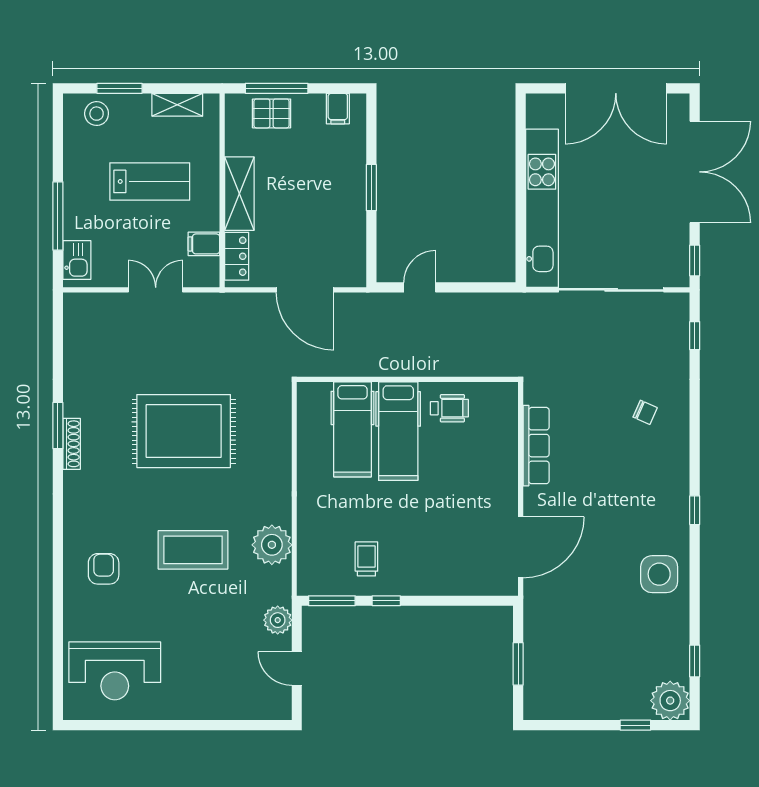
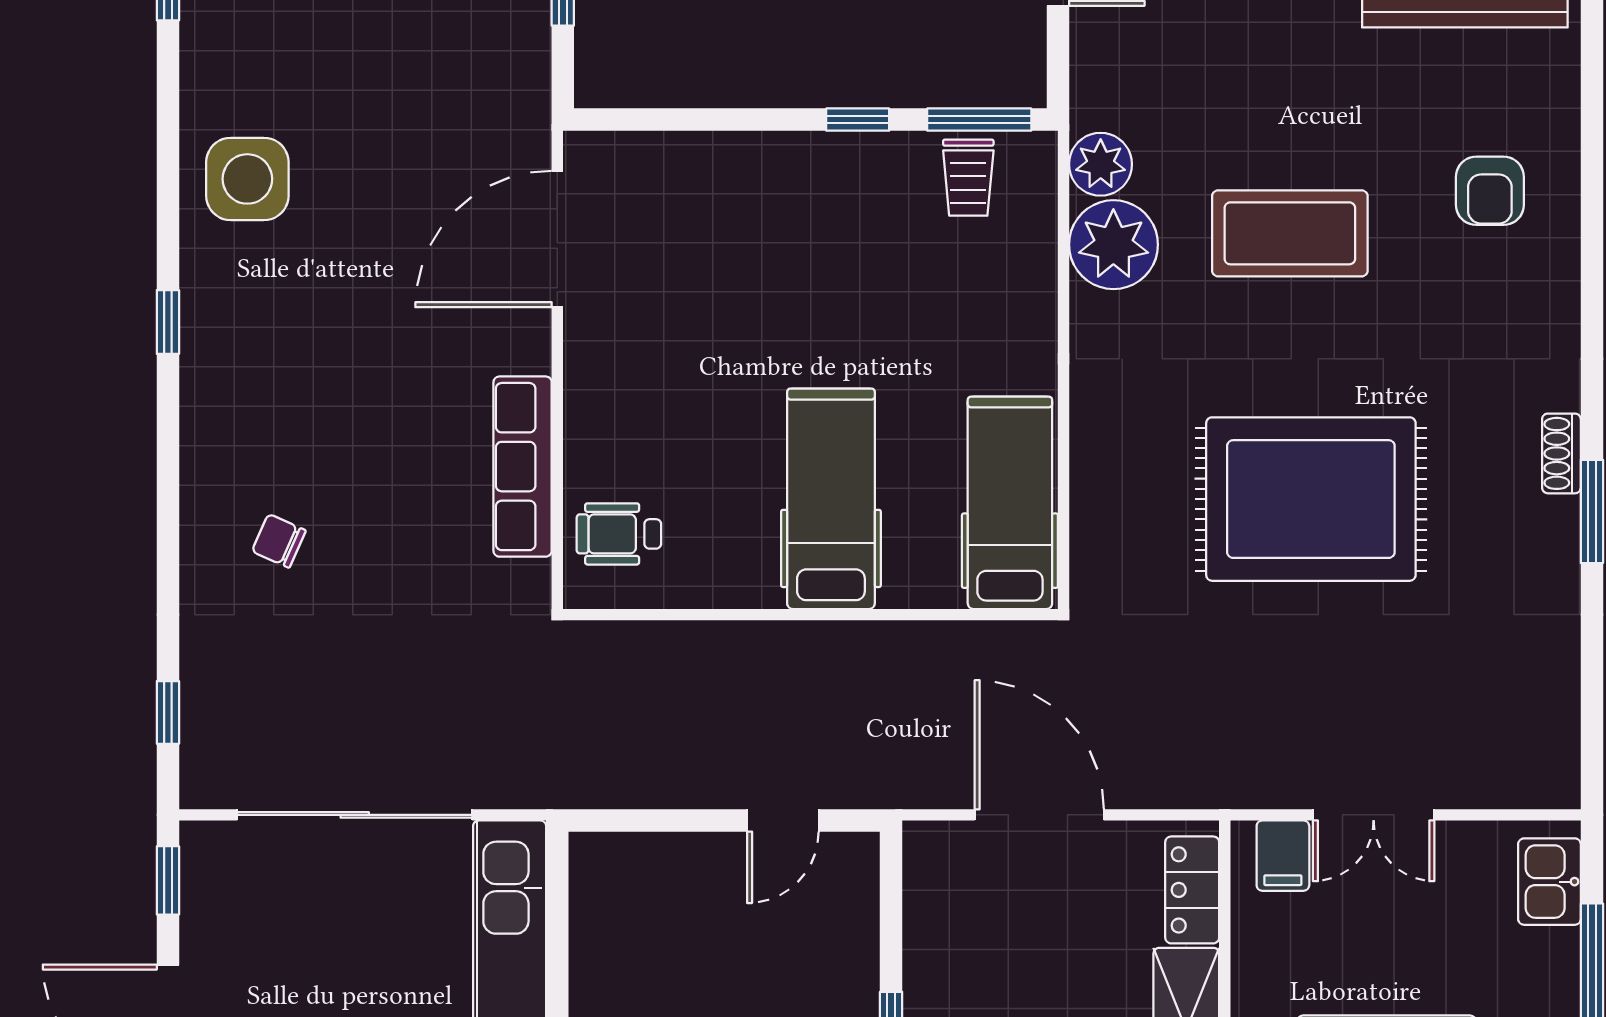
filing cabinet: (204, 244) -> (1283, 856), moved, turned 90
wheelchair: (449, 408) -> (619, 534), moved
hospital bed: (352, 429) -> (1010, 503), moved
shoe rack: (72, 444) -> (1561, 453), width x0.70
trolley: (366, 559) -> (968, 178), moved
plant: (278, 620) -> (1101, 164), moved

